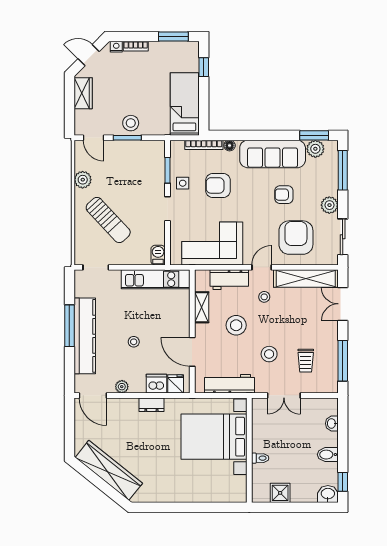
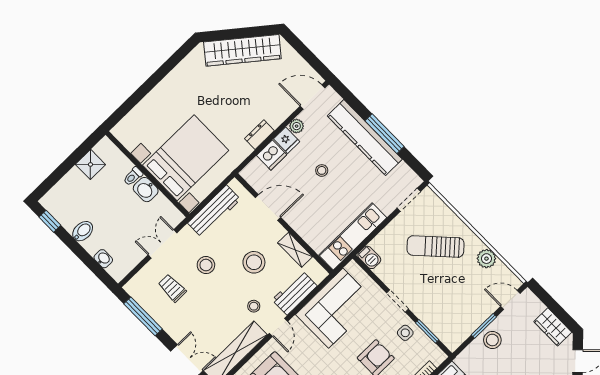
fridge: (176, 384) -> (287, 140), moved
washbasin: (328, 494) -> (146, 190), moved, turned 90

